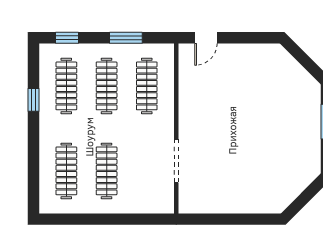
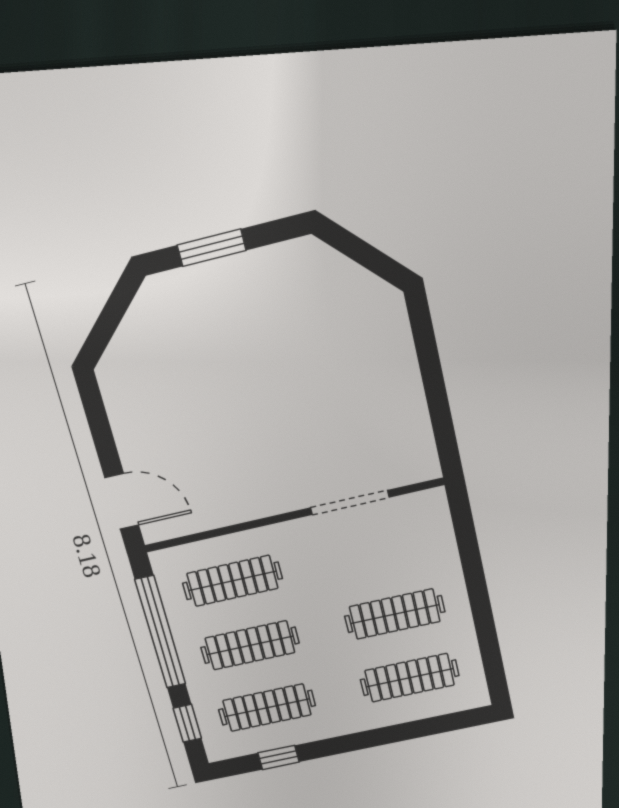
window: (126, 38) -> (160, 632), width x2.11
door: (206, 38) -> (122, 501), width x1.38
window: (33, 100) -> (279, 757), moved

